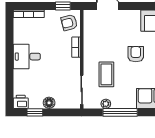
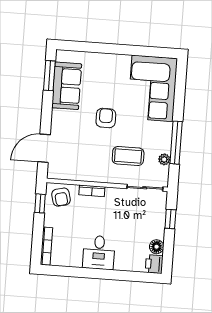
armchair: (136, 54) -> (106, 118), turned 90
floor lamp: (49, 103) -> (157, 247), moved
window: (35, 112) -> (170, 219), moved

